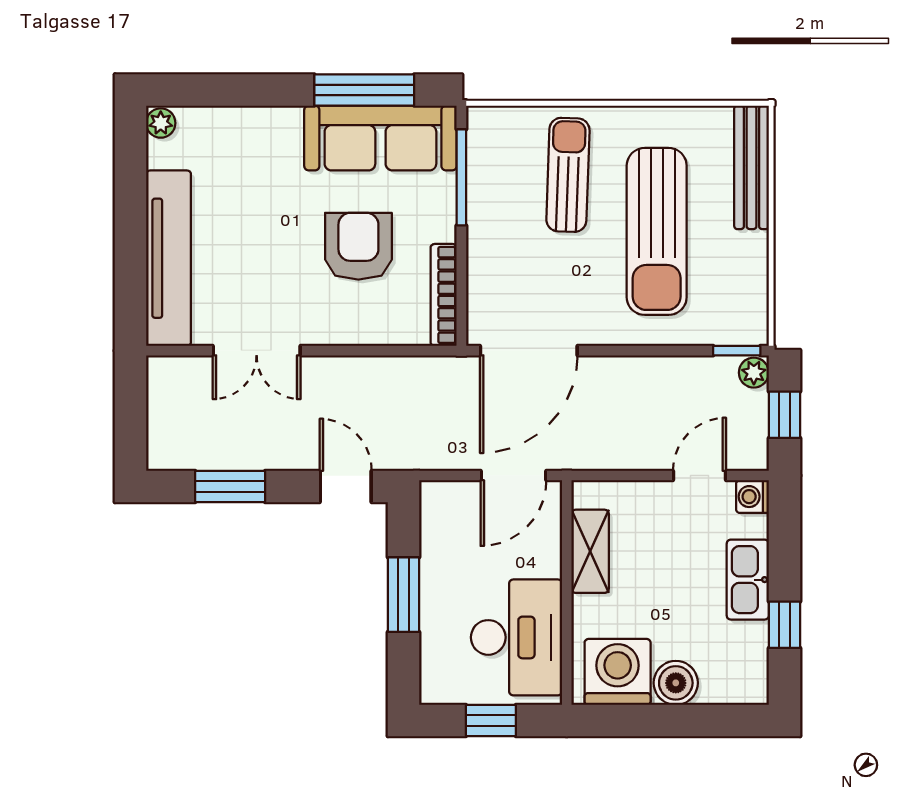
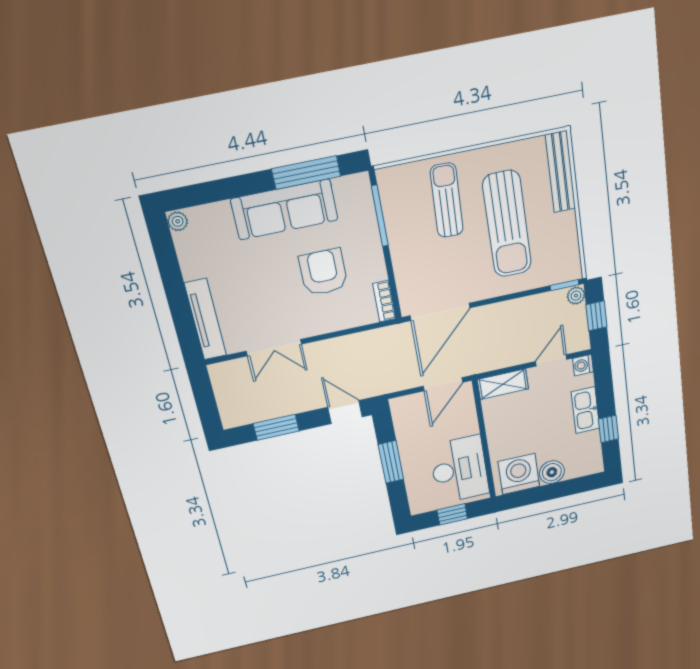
sofa: (380, 138) -> (285, 209), moved
tv unit: (169, 258) -> (205, 319), width x0.73, depth x0.78
bookcase: (444, 295) -> (384, 301), width x0.64
shelving: (590, 551) -> (503, 384), moved, turned 90

